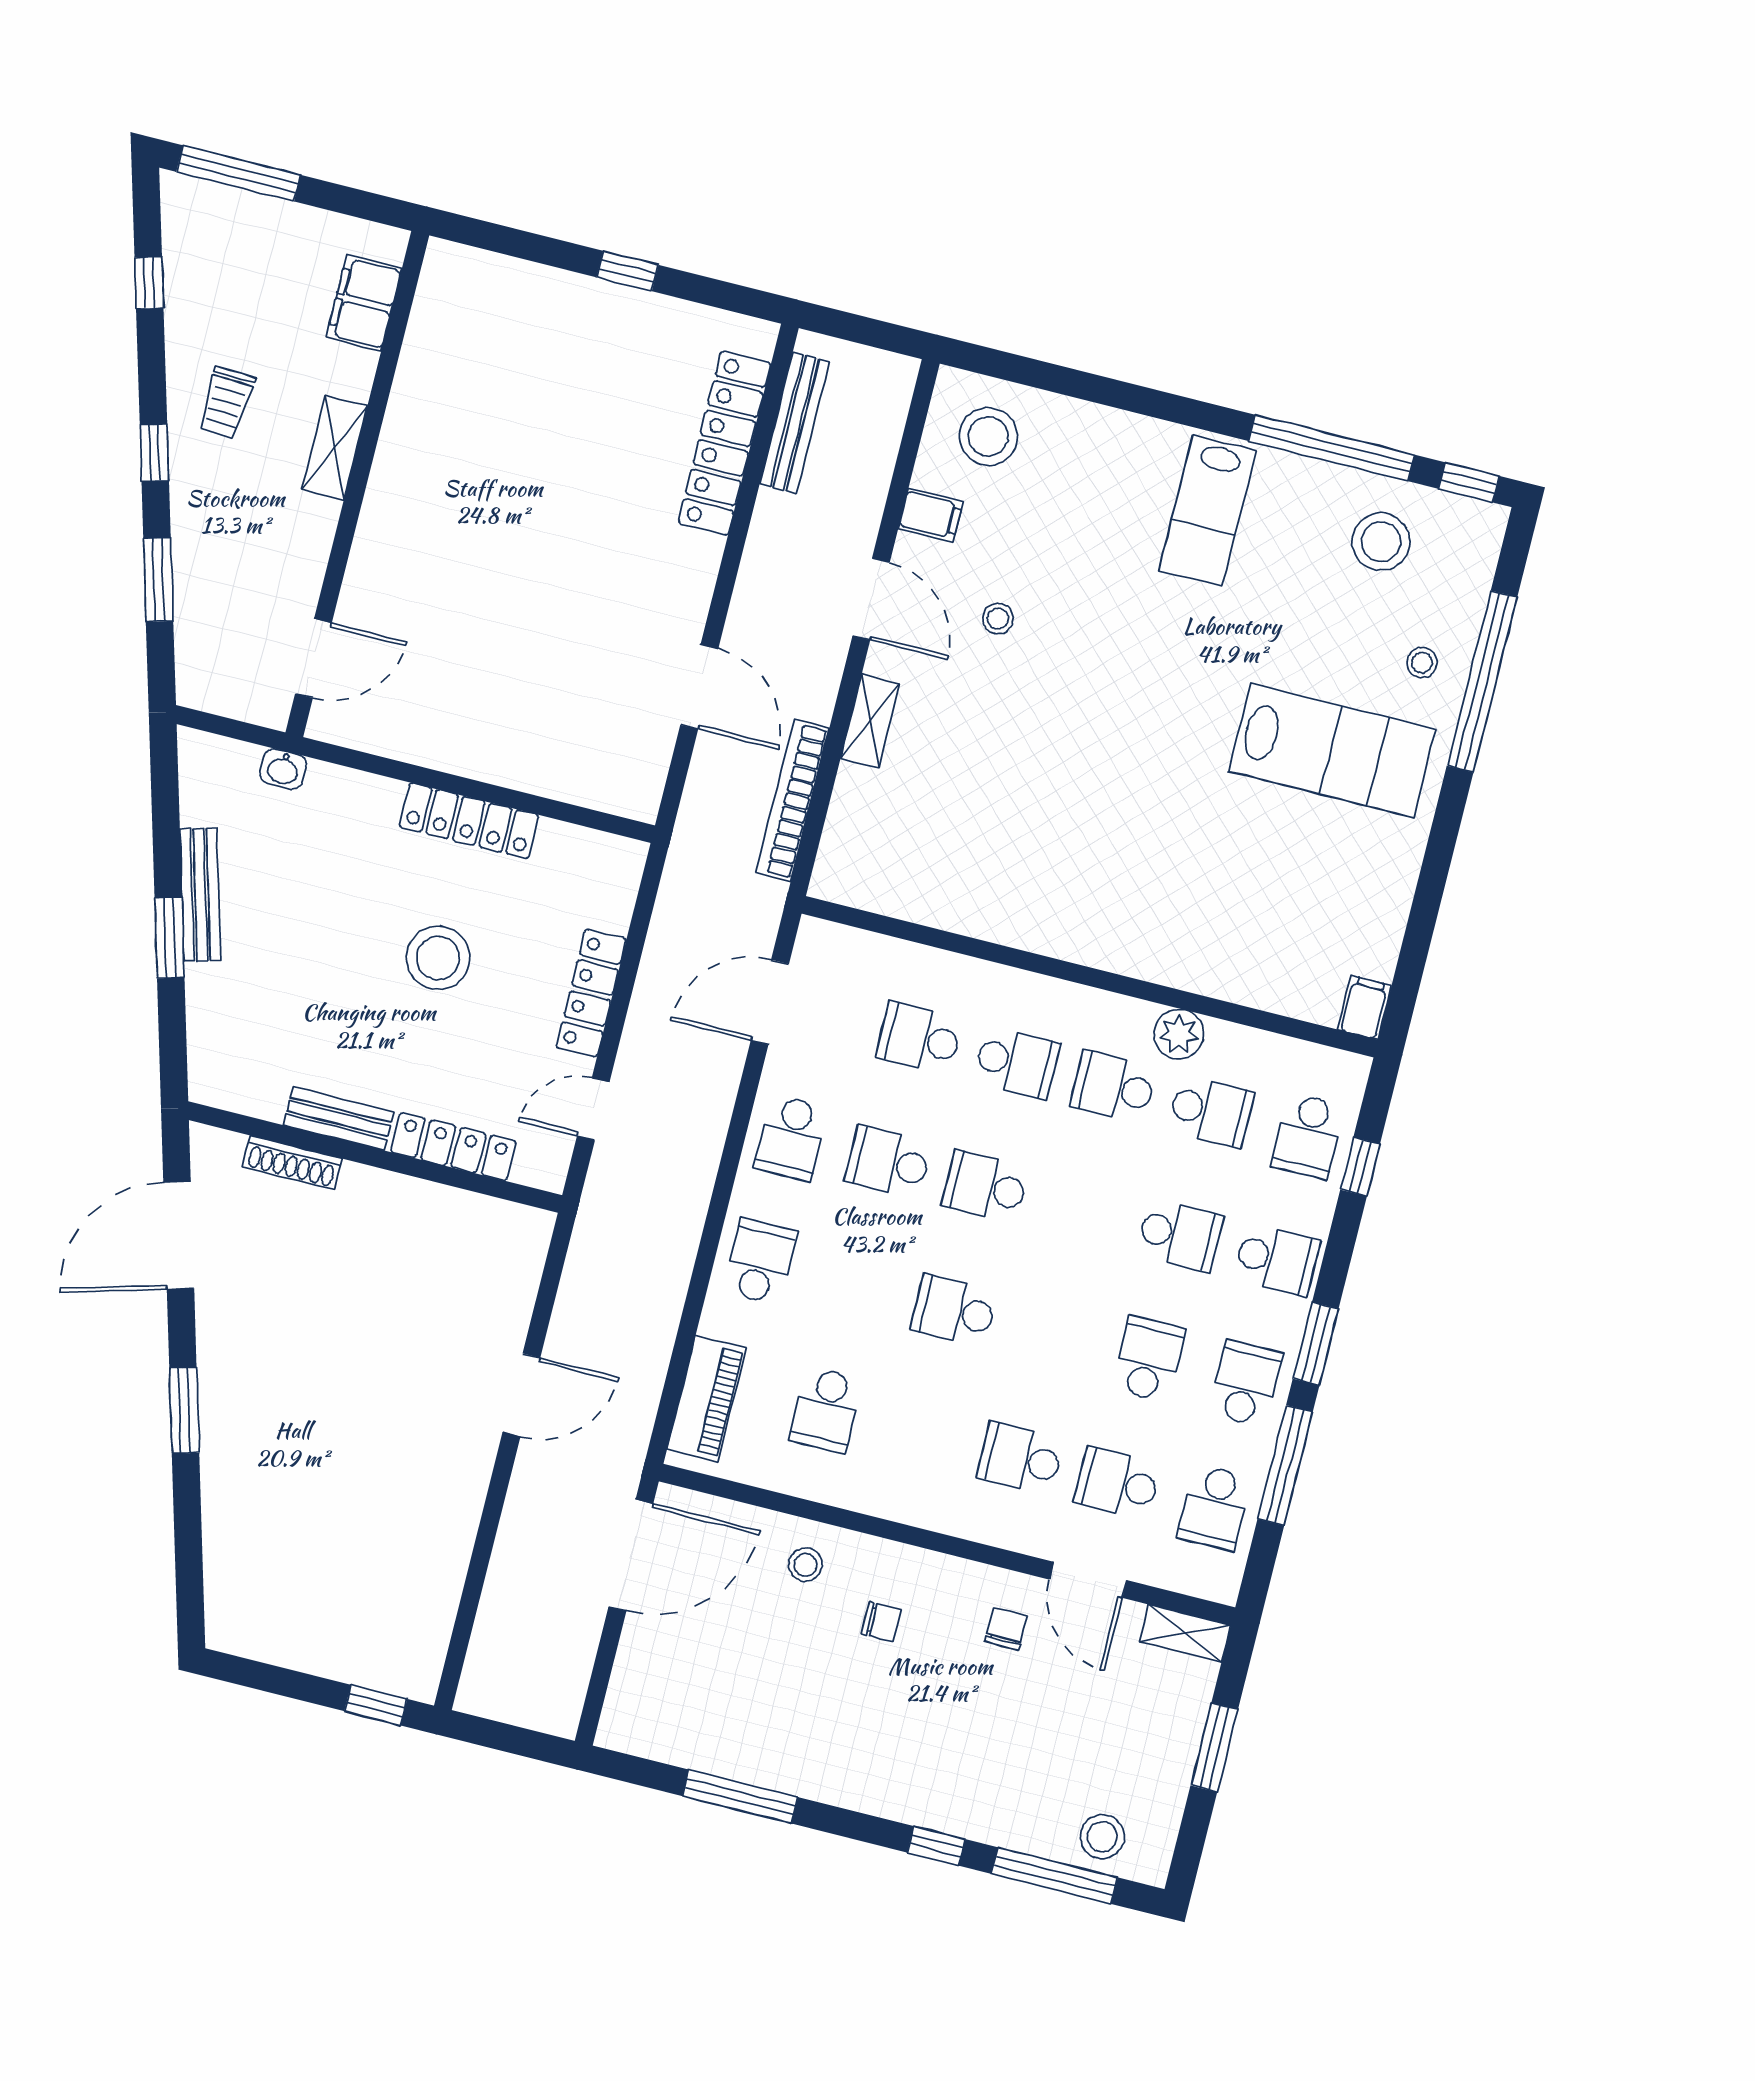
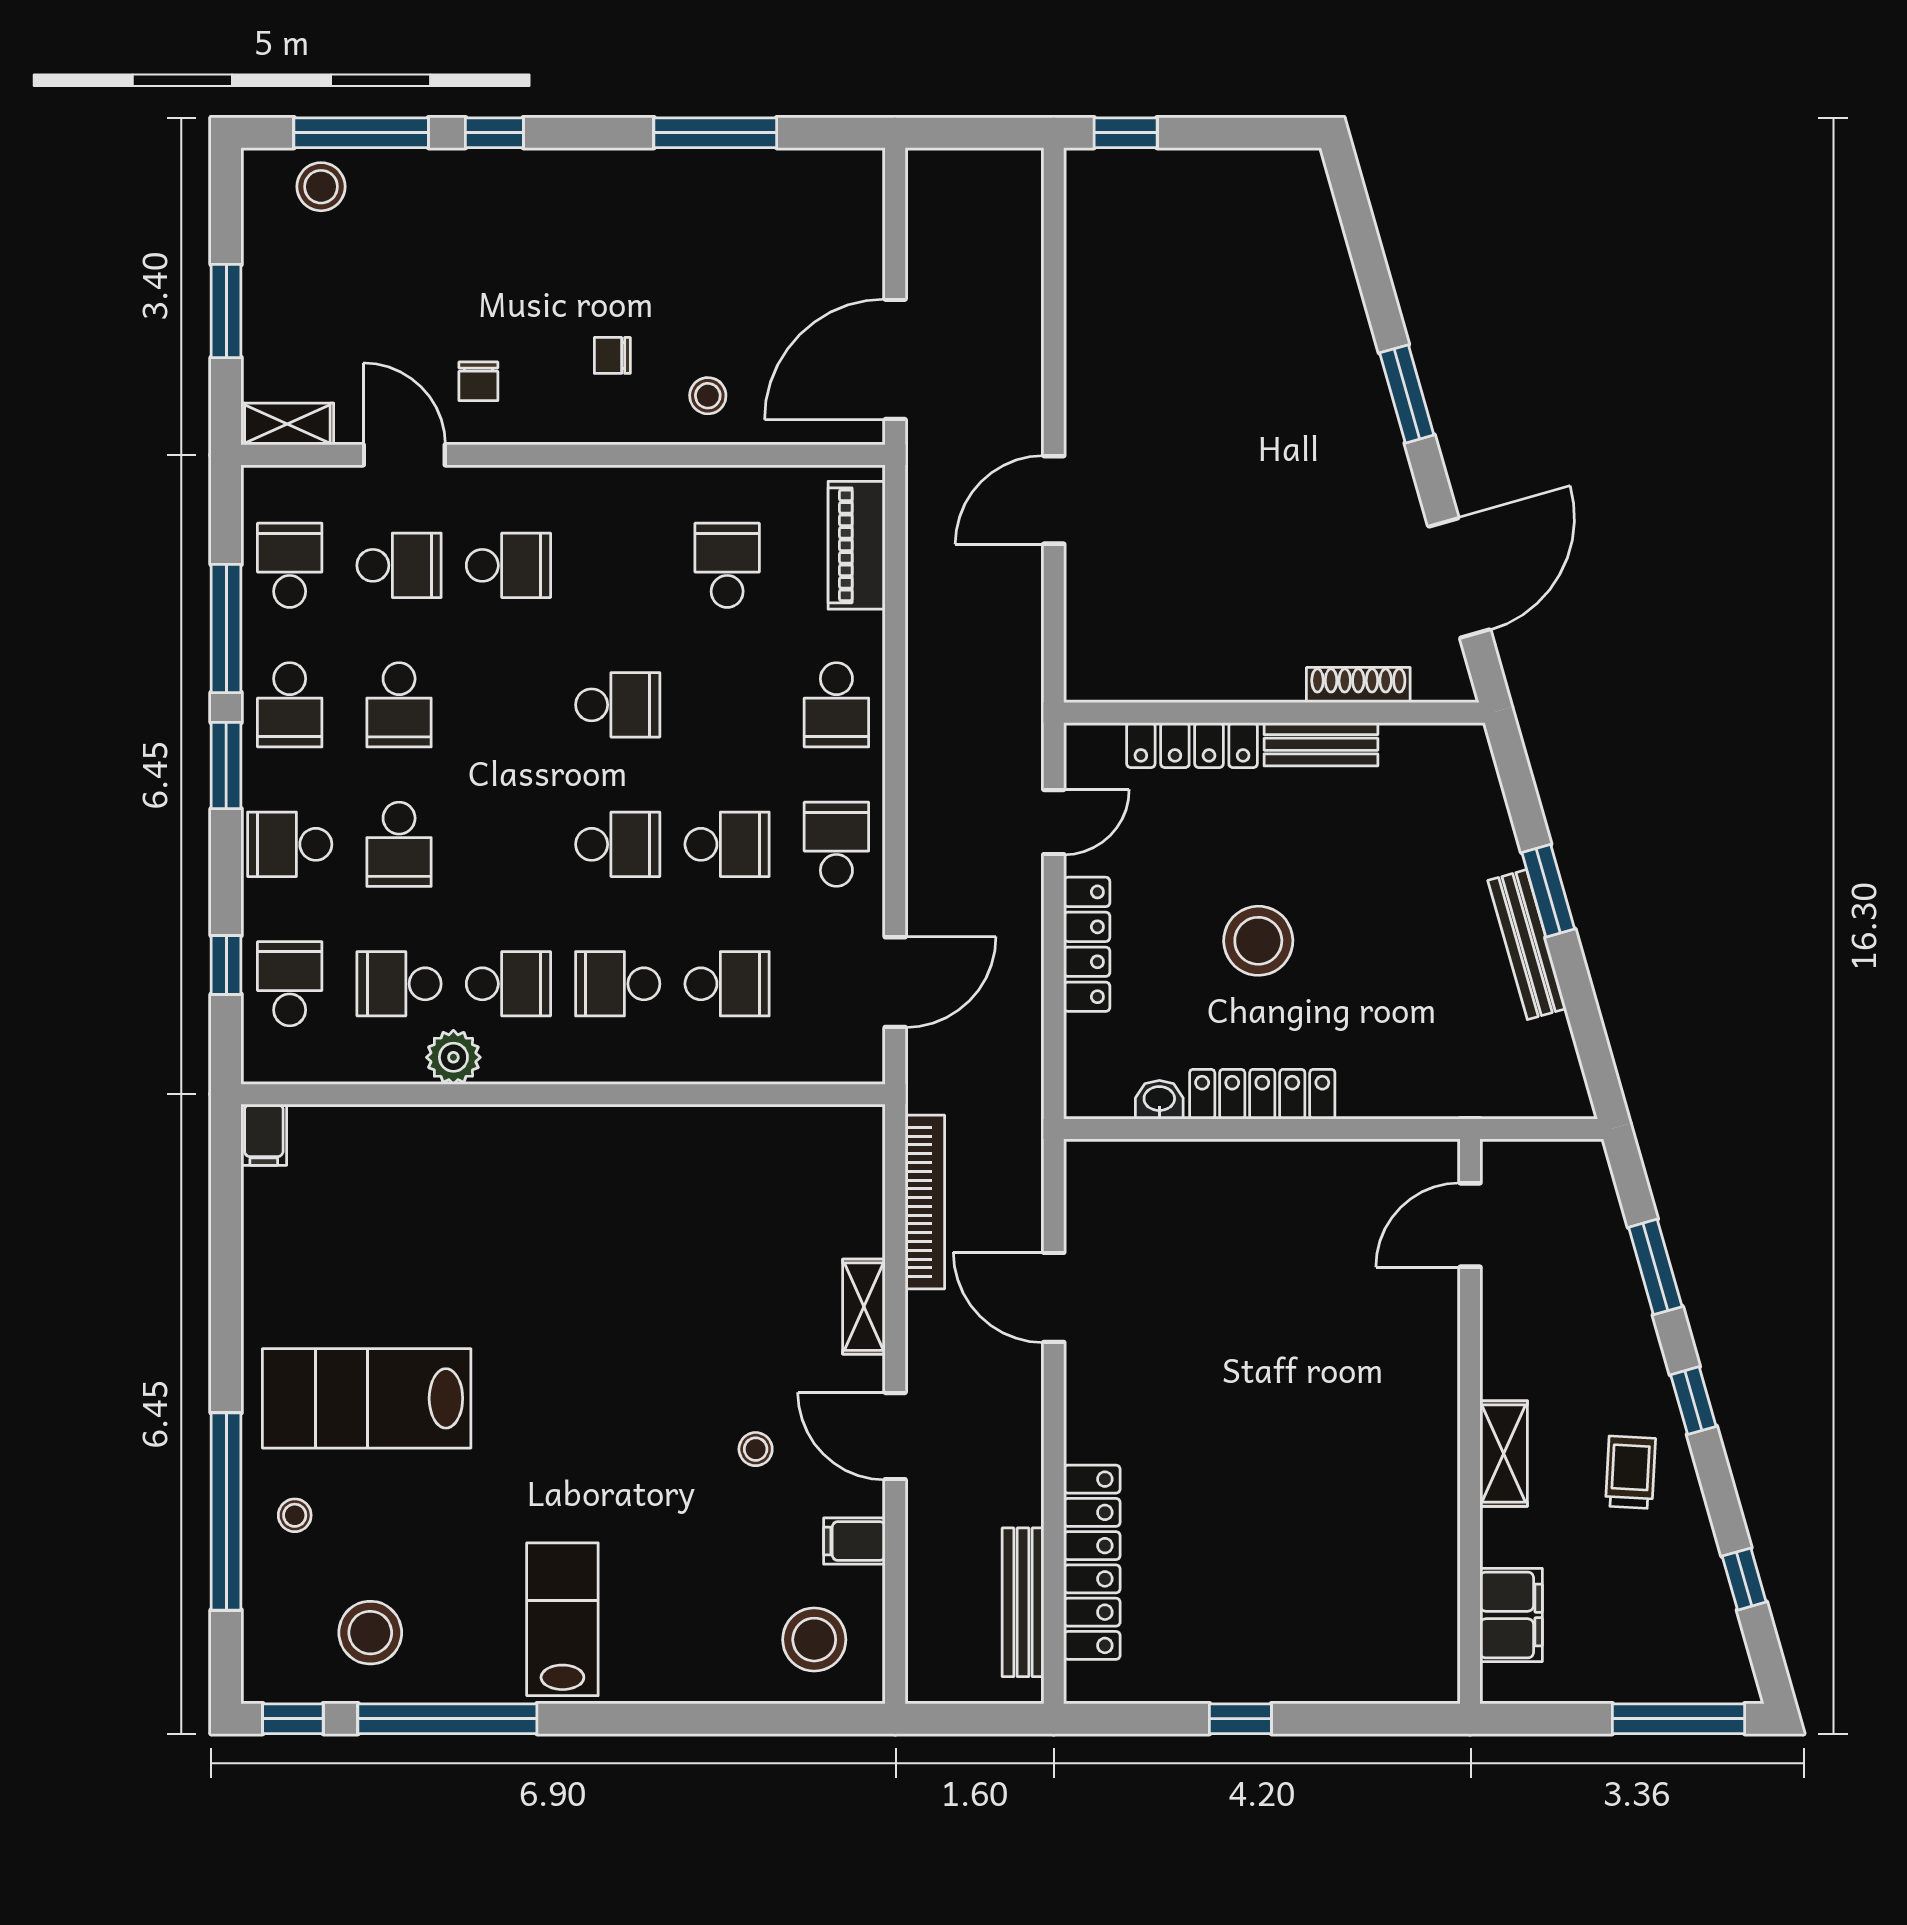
washbasin: (283, 769) -> (1159, 1100), moved
school desk: (1180, 1235) -> (399, 844), turned -90

